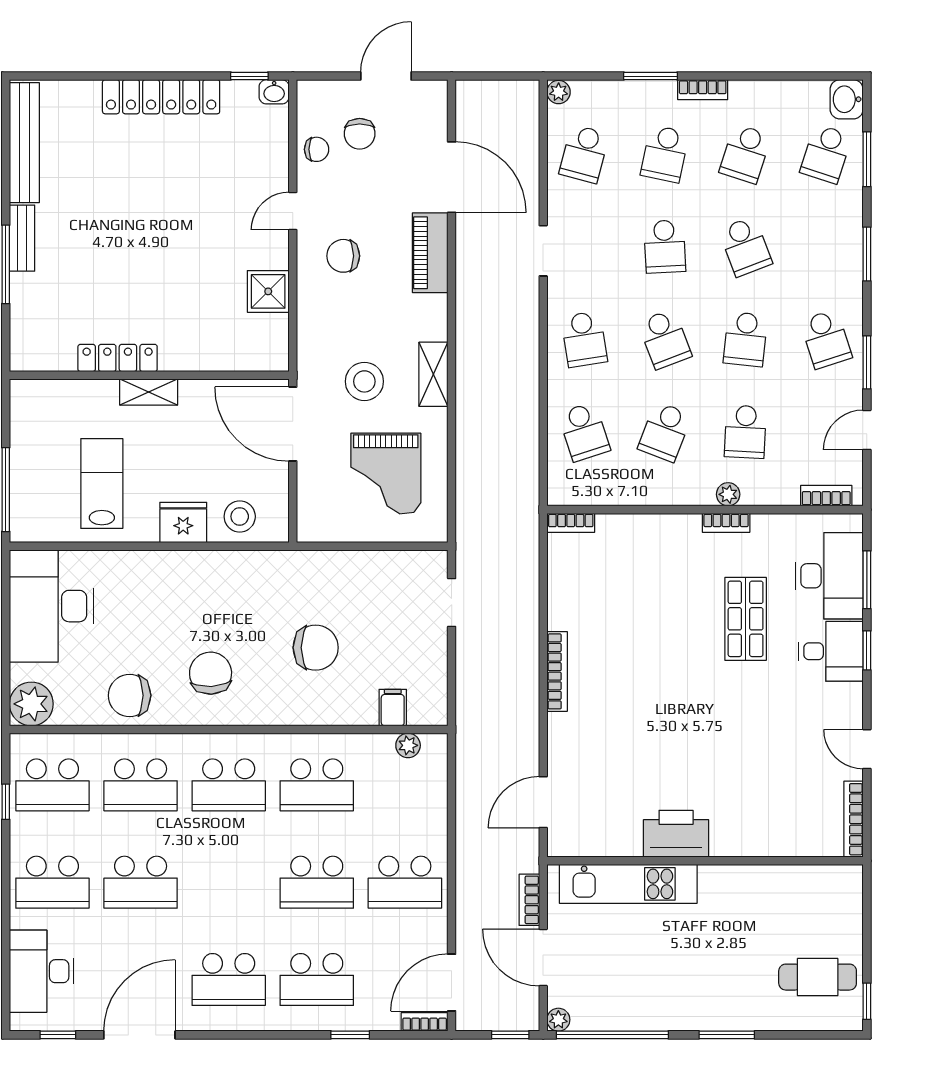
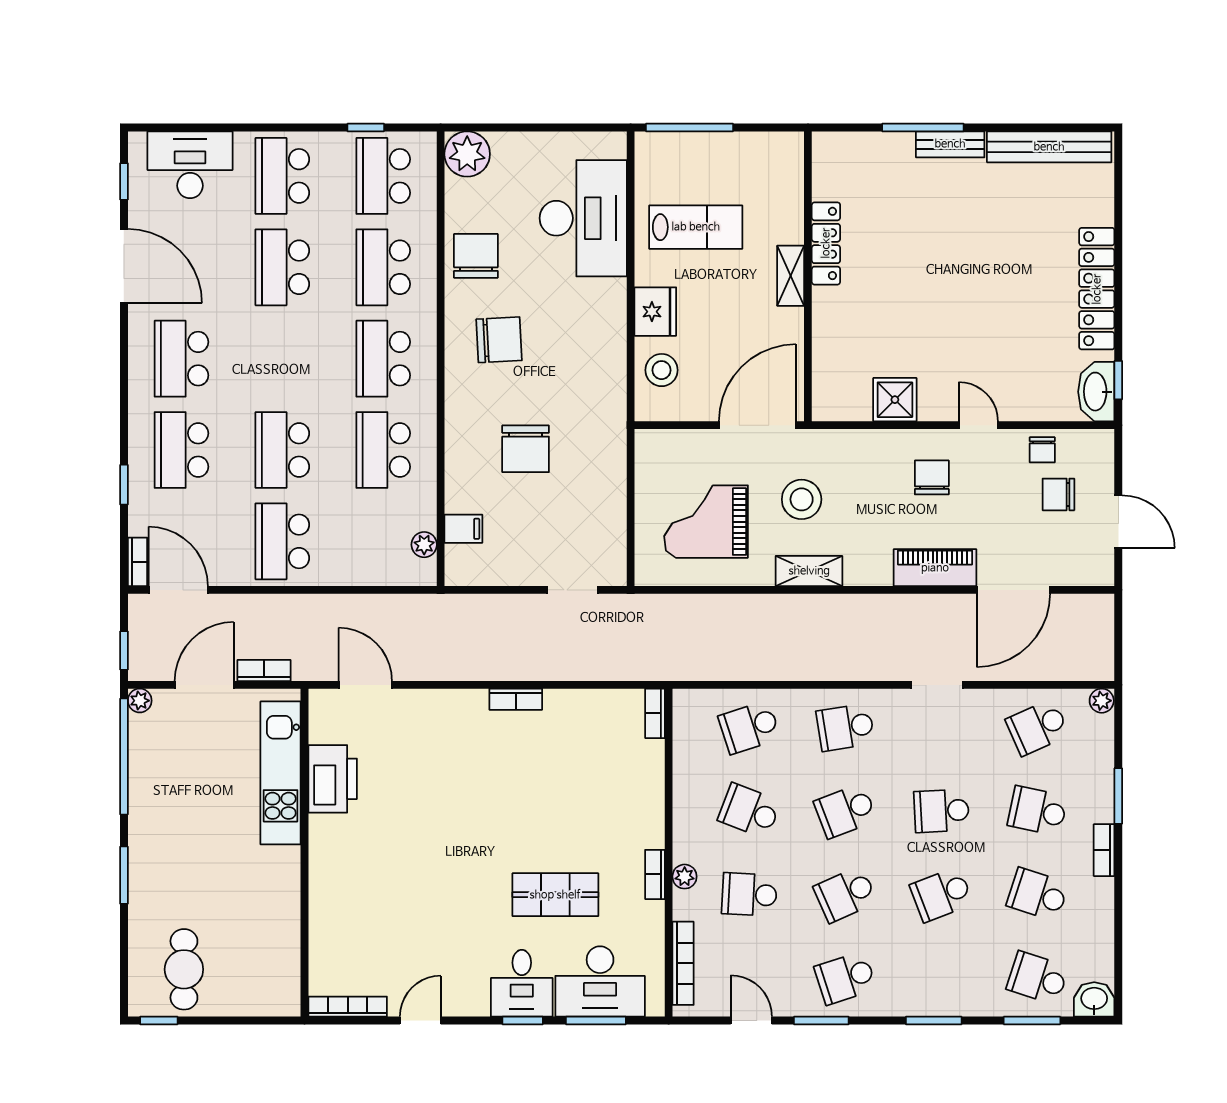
washbasin: (274, 92) -> (1096, 392), width x1.91, depth x1.45
school desk: (584, 154) -> (1038, 727), turned -39
school desk: (745, 339) -> (845, 894), turned -30
bookcase: (826, 496) -> (683, 963), width x1.56
desk: (51, 606) -> (583, 218), moved, turned 90
bookcase: (557, 671) -> (516, 699), width x0.64
printer: (676, 834) -> (333, 779), moved

